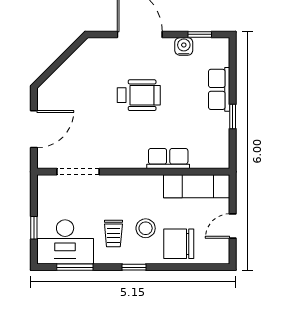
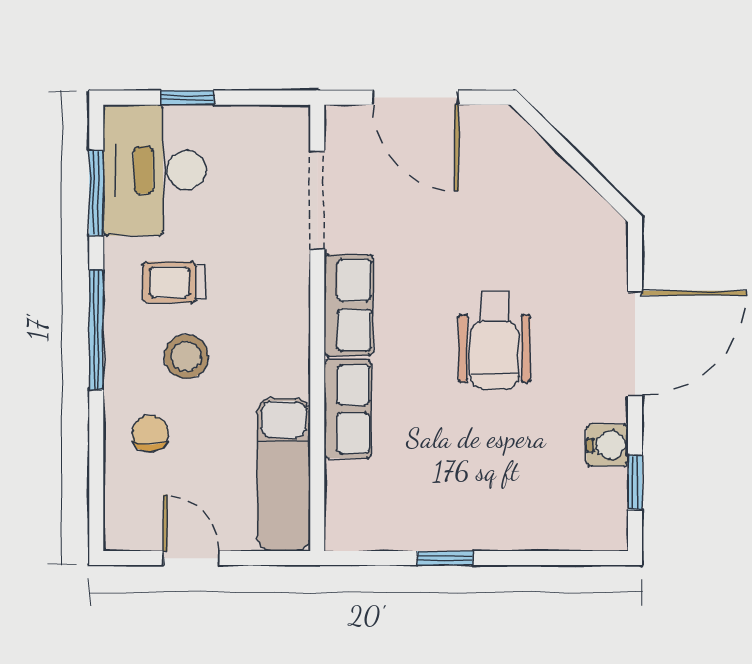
row of seats: (219, 89) -> (348, 305), moved, turned 90
chair: (179, 244) -> (150, 433), width x0.54, depth x0.54
window: (134, 267) -> (96, 330), width x2.17

